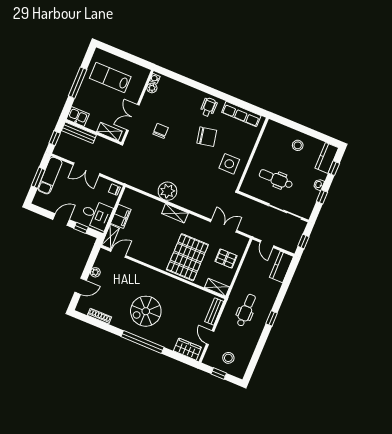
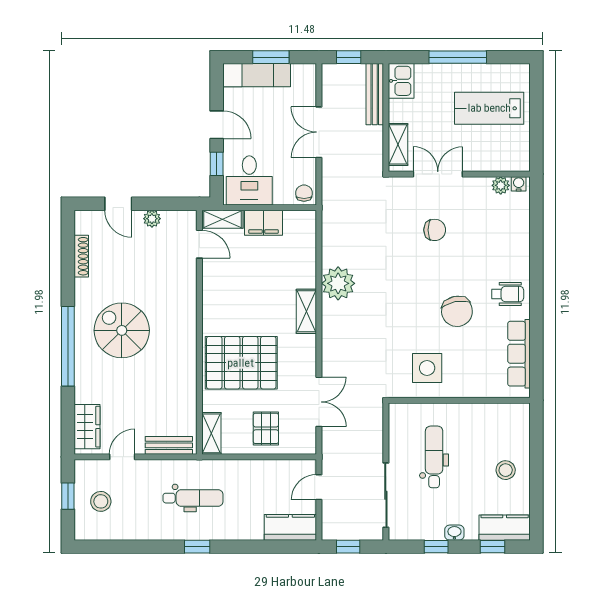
lab bench: (110, 78) -> (489, 108), turned -90
exam couch: (50, 176) -> (257, 75), moved

